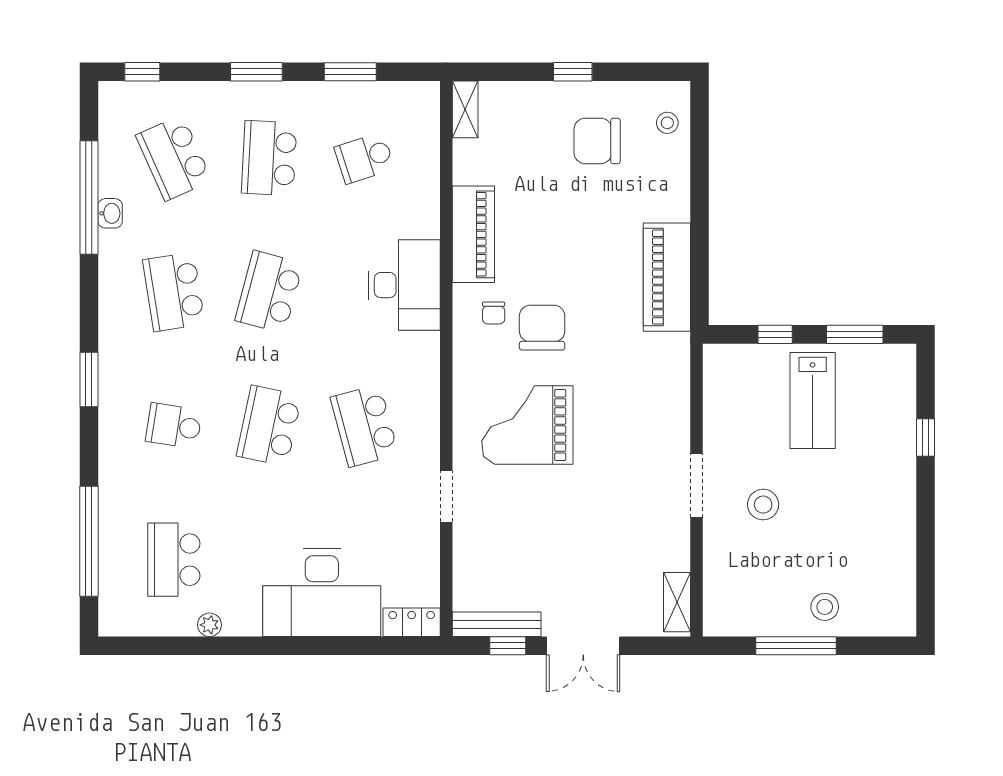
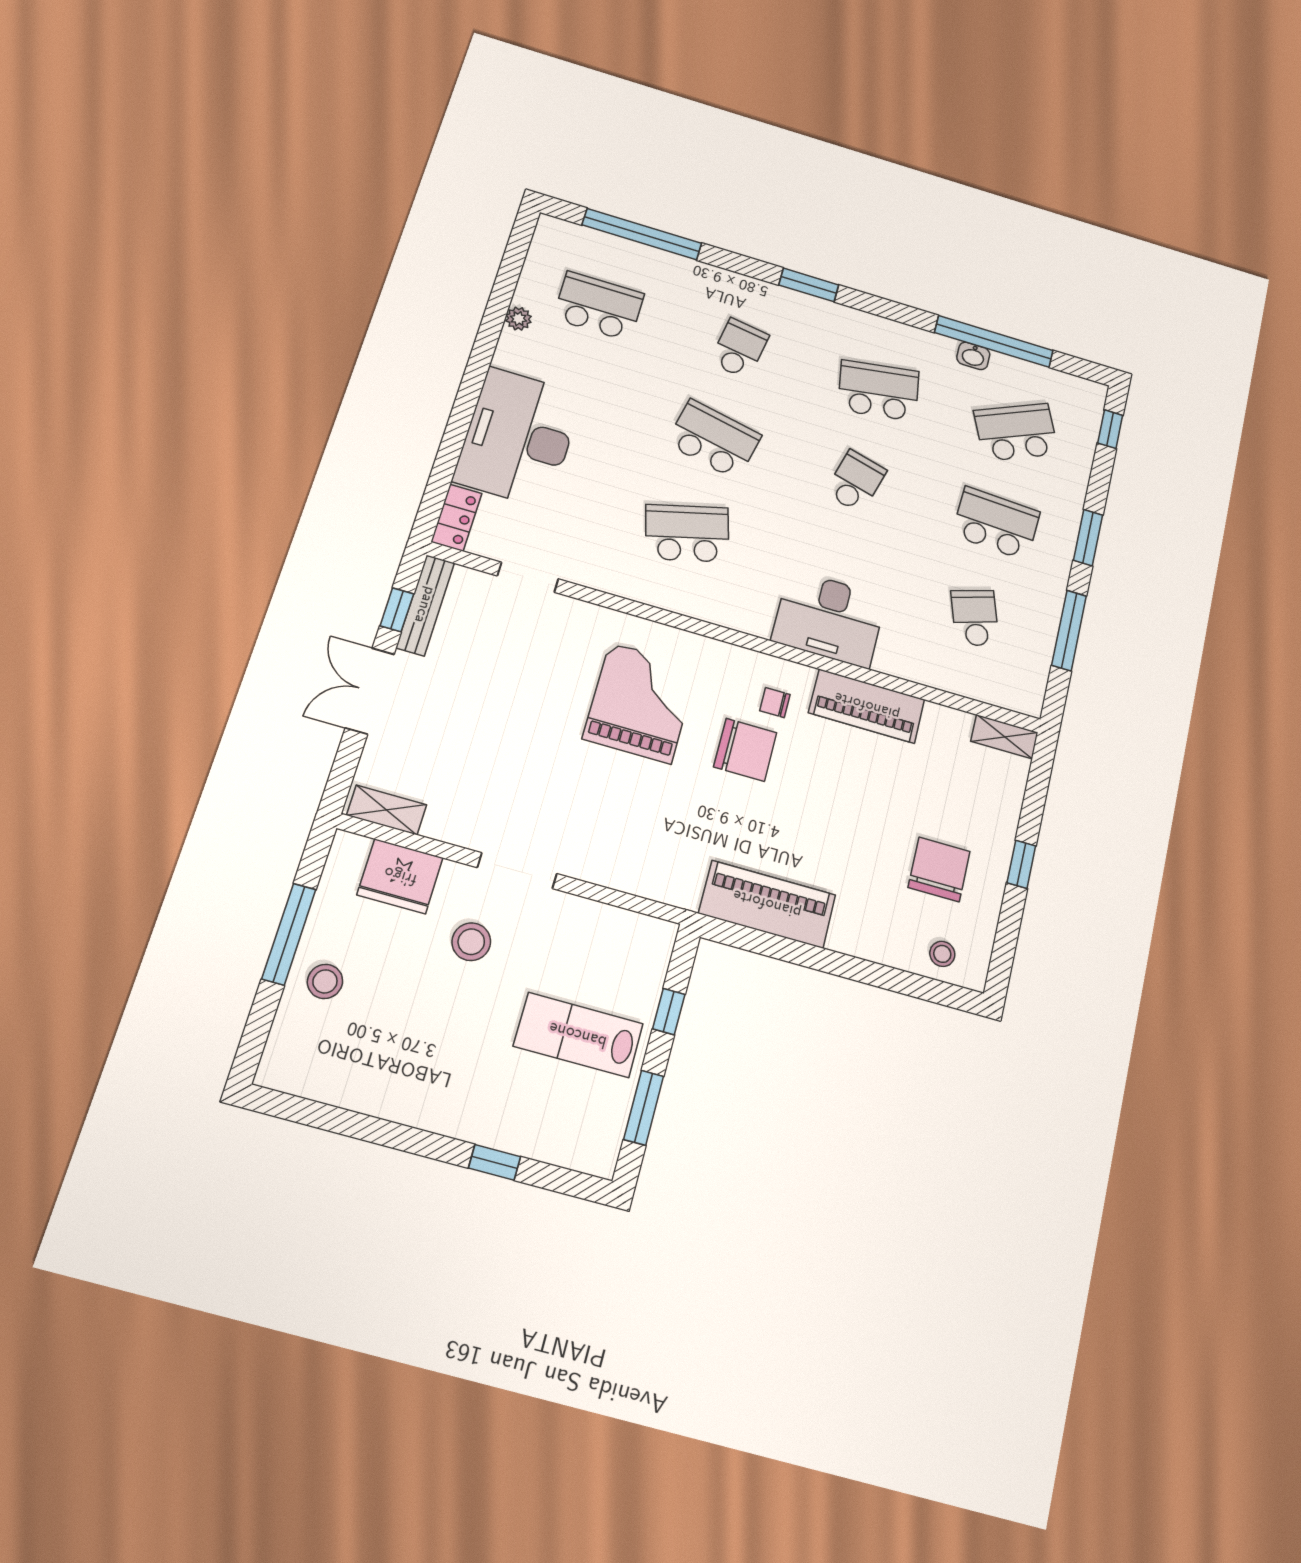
window: (350, 72) -> (1069, 630), width x1.44
school desk: (269, 292) -> (856, 481), width x0.54
doorway: (446, 497) -> (528, 577), moved
fridge: (727, 575) -> (400, 876), added

